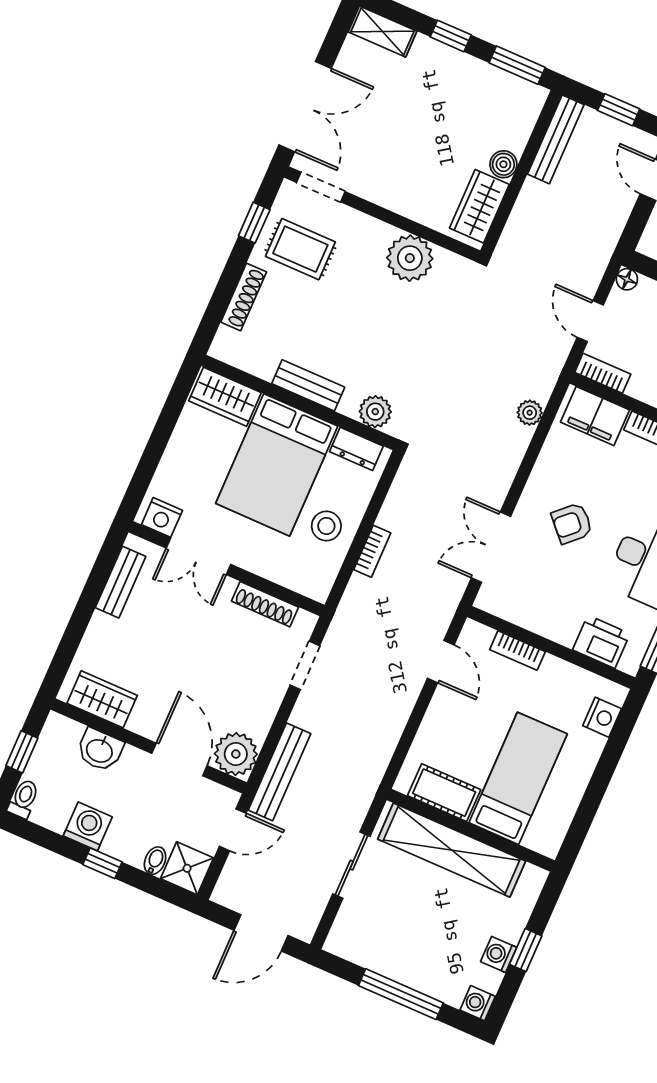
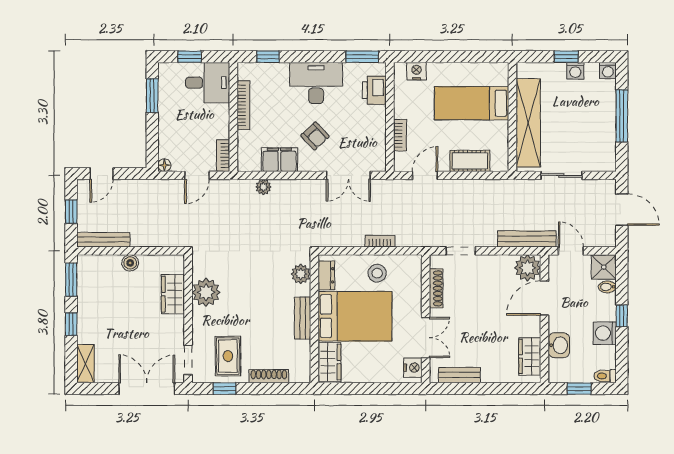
wardrobe: (479, 206) -> (173, 294), moved, turned 90
filing cabinet: (595, 416) -> (279, 160), moved, turned -90
cot: (444, 793) -> (470, 161), moved, turned 90

